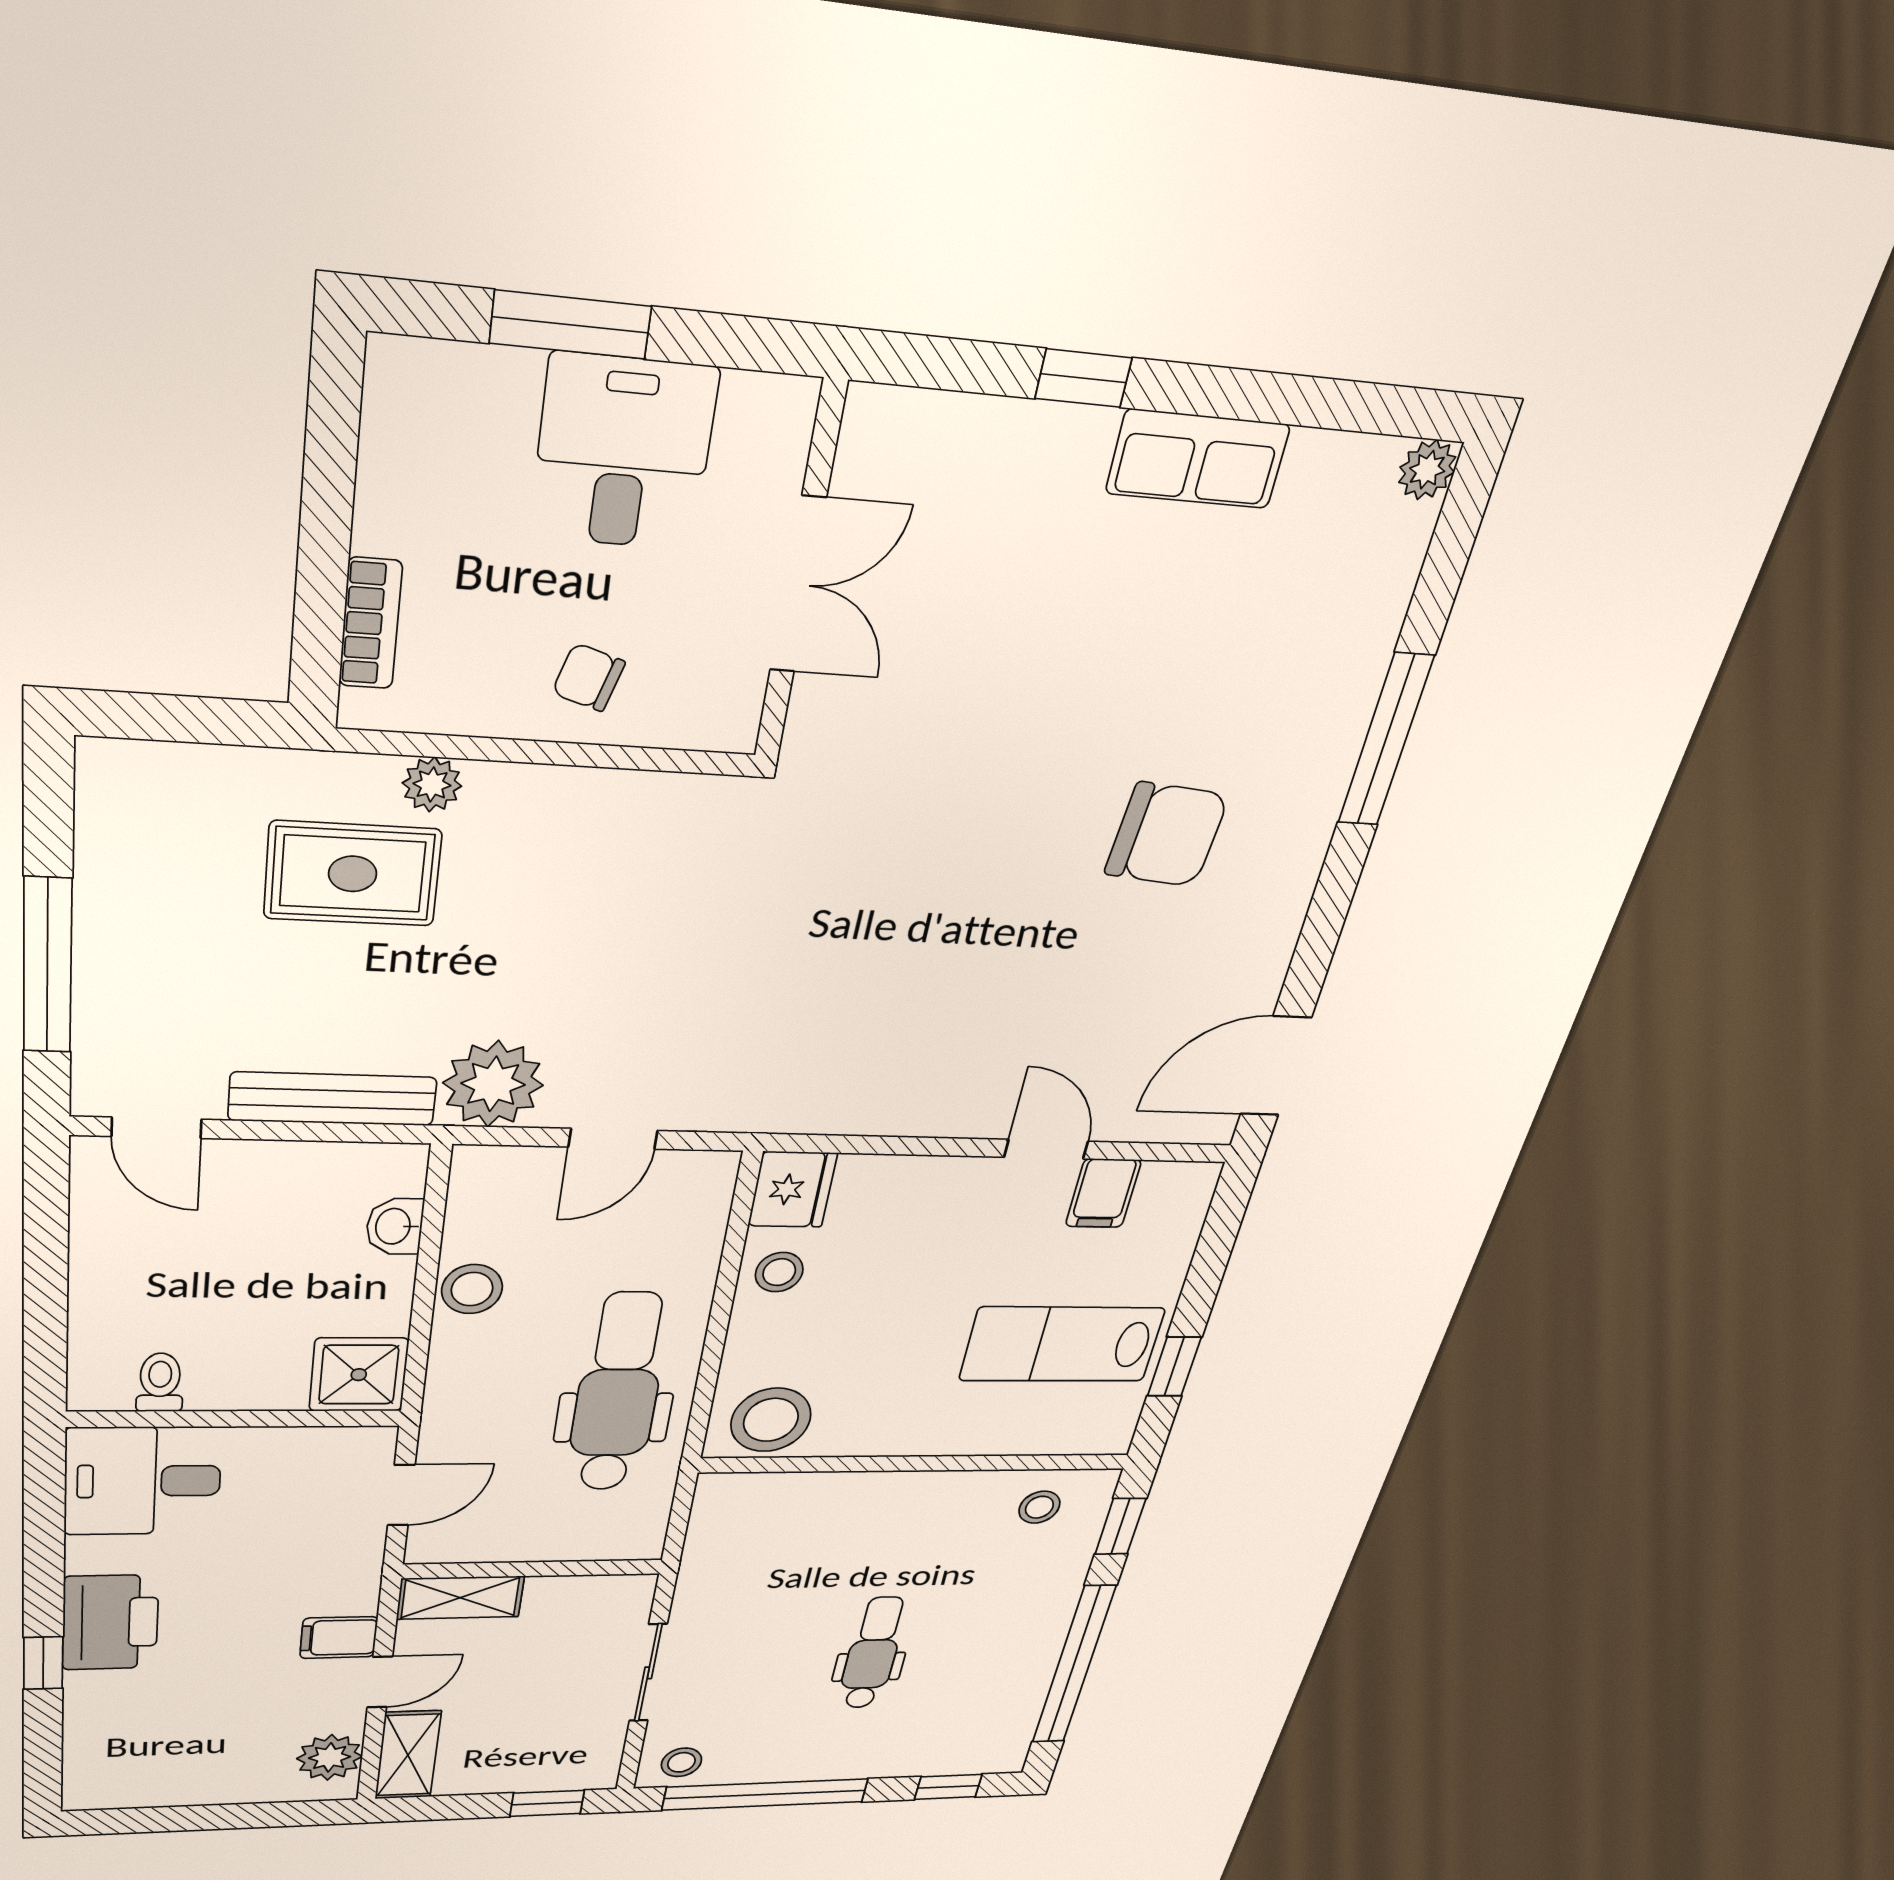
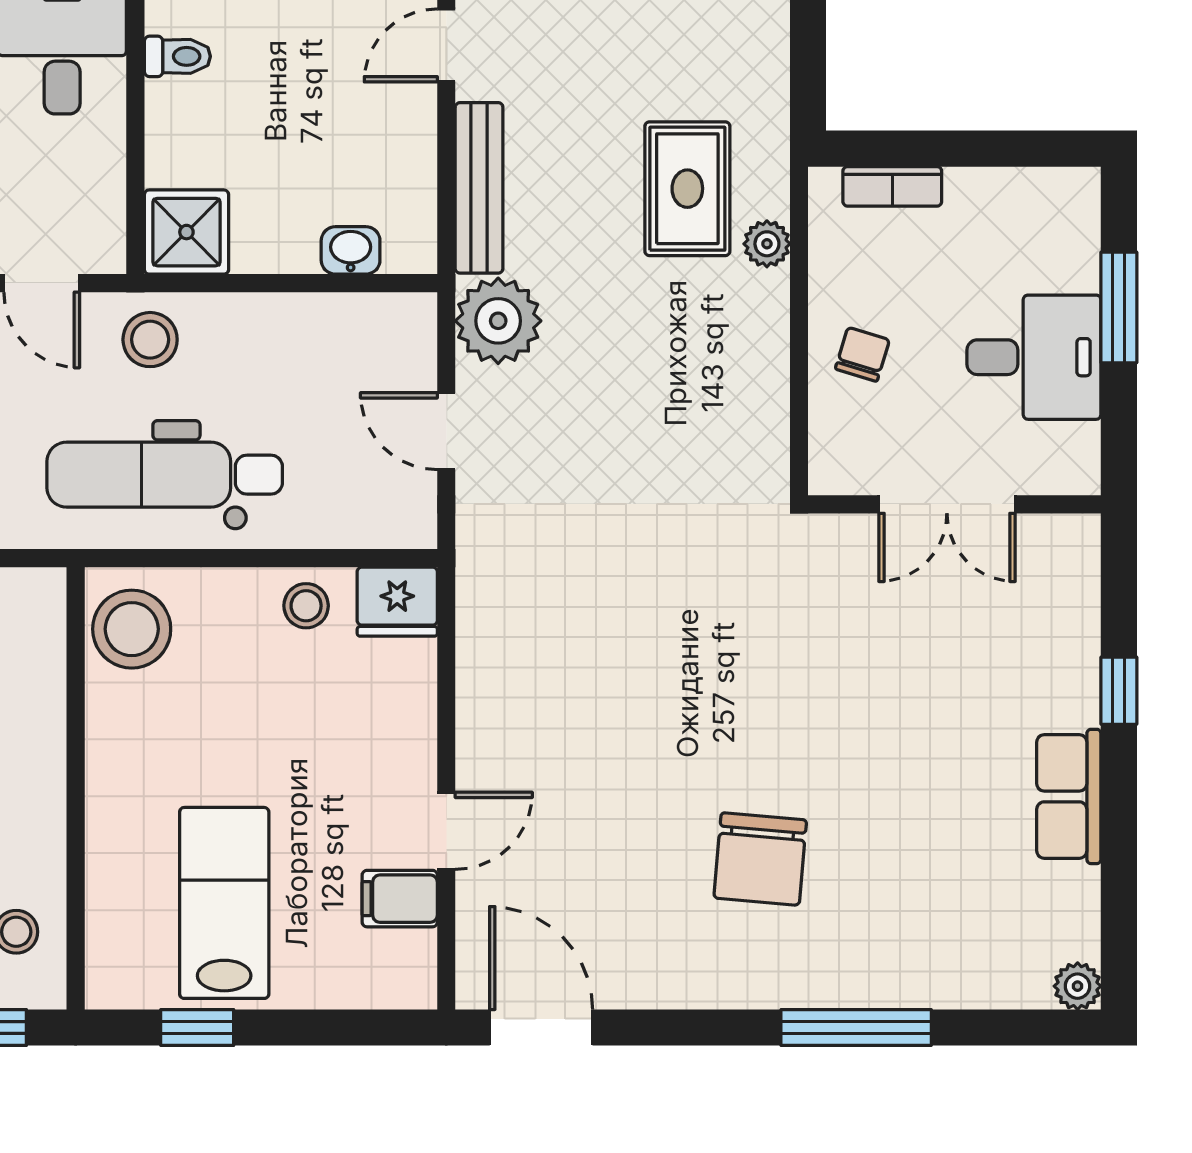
stool: (472, 1289) -> (150, 340), moved
dental chair: (618, 1393) -> (165, 475), turned 180

